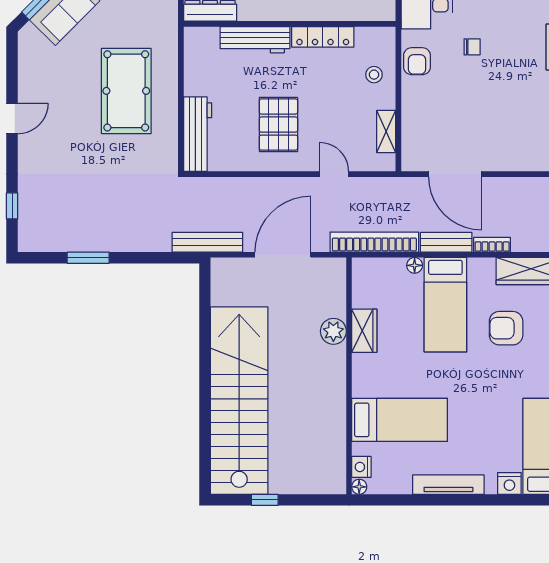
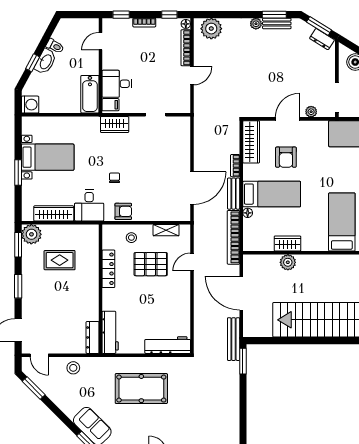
workbench: (255, 40) -> (110, 332), moved
pallet: (278, 125) -> (151, 264), moved
window: (88, 258) -> (243, 361), moved

